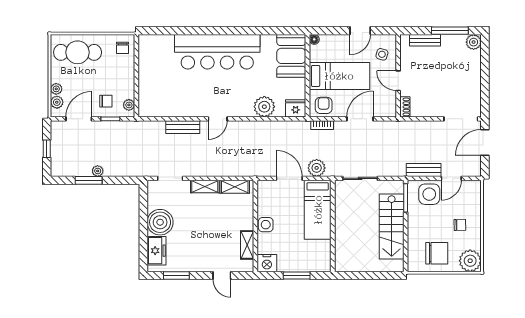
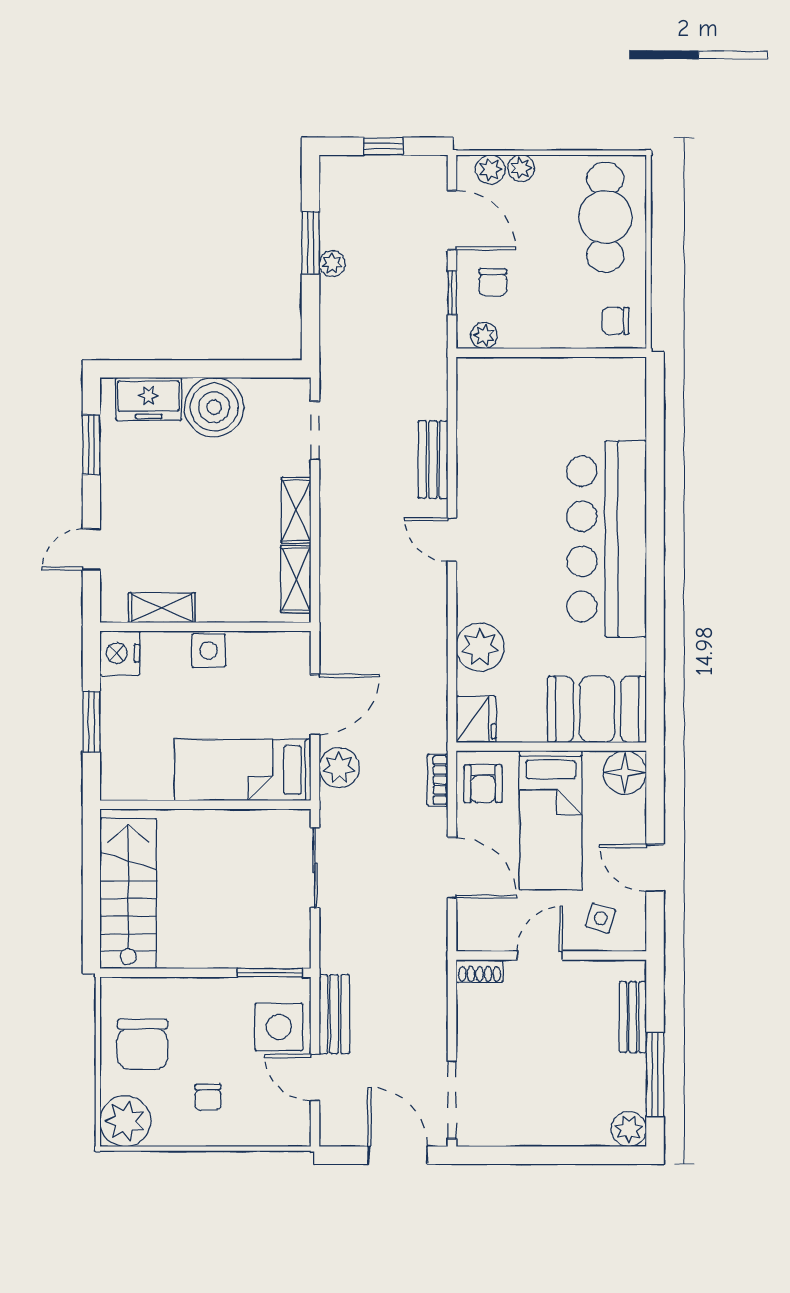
floor lamp: (314, 39) -> (625, 772), width x1.89, depth x1.89
armchair: (324, 105) -> (483, 784), turned 90
stairs: (392, 226) -> (128, 894), moved, turned 90

